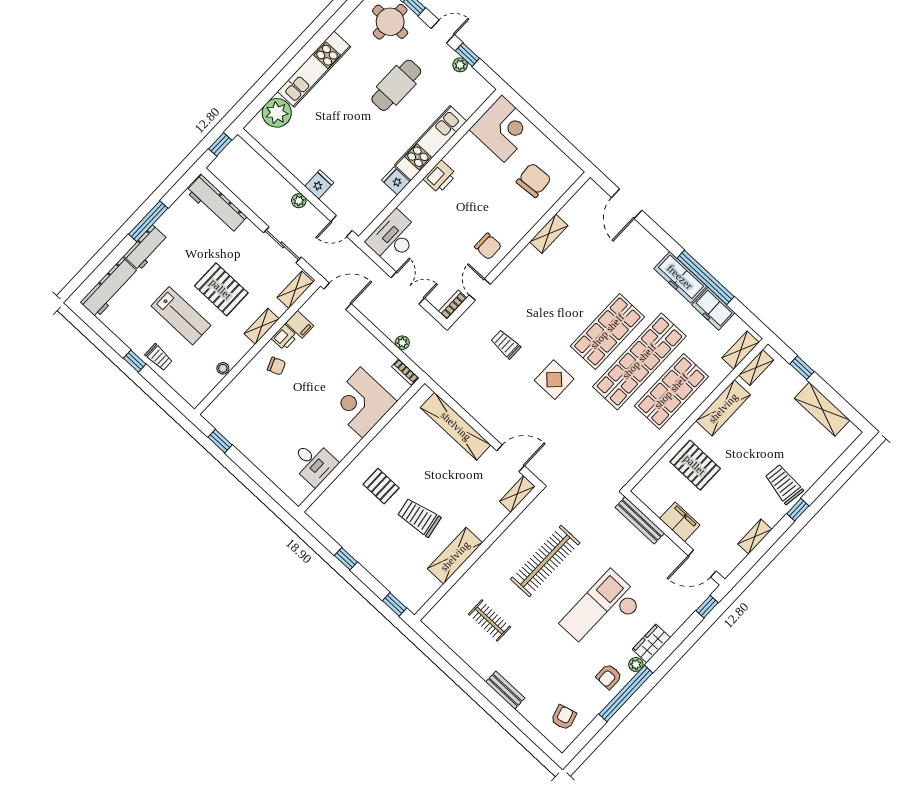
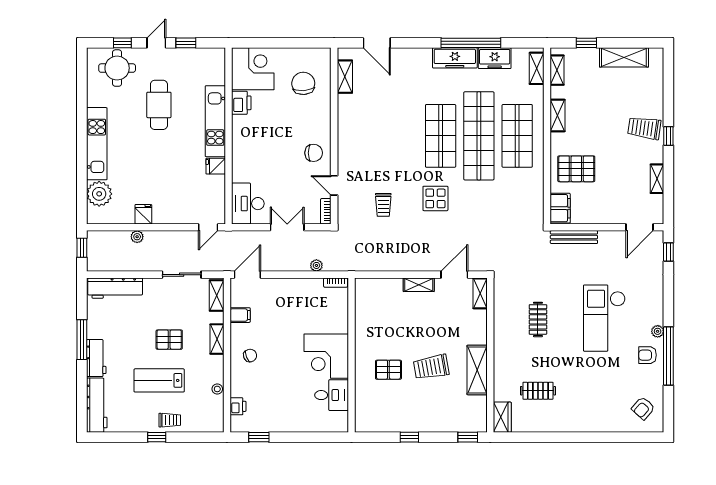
plant: (460, 65) -> (187, 54), removed
printer: (440, 177) -> (241, 103), moved
fridge: (319, 184) -> (143, 214), moved
plant: (299, 201) -> (137, 237), moved
shelving: (549, 234) -> (345, 77), moved
pallet: (221, 289) -> (169, 340), width x0.67, depth x0.71
lab bench: (181, 316) -> (159, 380), turned 180
printer: (284, 337) -> (238, 406), moved
trolley: (506, 344) -> (383, 205), turned -90
corner desk: (362, 403) -> (326, 356), moved
shelving: (723, 408) -> (558, 115), width x0.67, depth x0.75
shelving: (456, 426) -> (419, 285), width x0.45, depth x0.75
filing cabinet: (680, 522) -> (560, 208), moved, turned 90
clothes rail: (545, 561) -> (538, 319), width x0.54, depth x0.76
wardrobe: (651, 644) -> (502, 417), moved, turned 180
armchair: (609, 677) -> (648, 355), turned 90
bench: (505, 690) -> (589, 426), removed
armchair: (564, 717) -> (643, 408), turned -122

